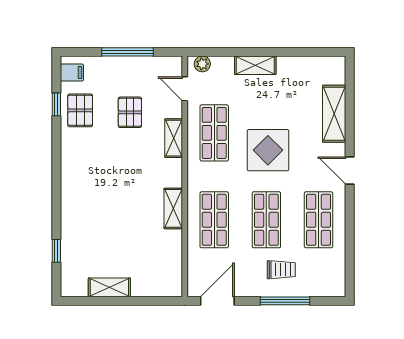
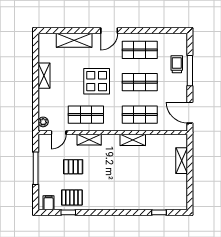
shelving: (255, 65) -> (44, 76), moved
trolley: (281, 270) -> (177, 64), moved
shelving: (109, 287) -> (182, 161), moved

